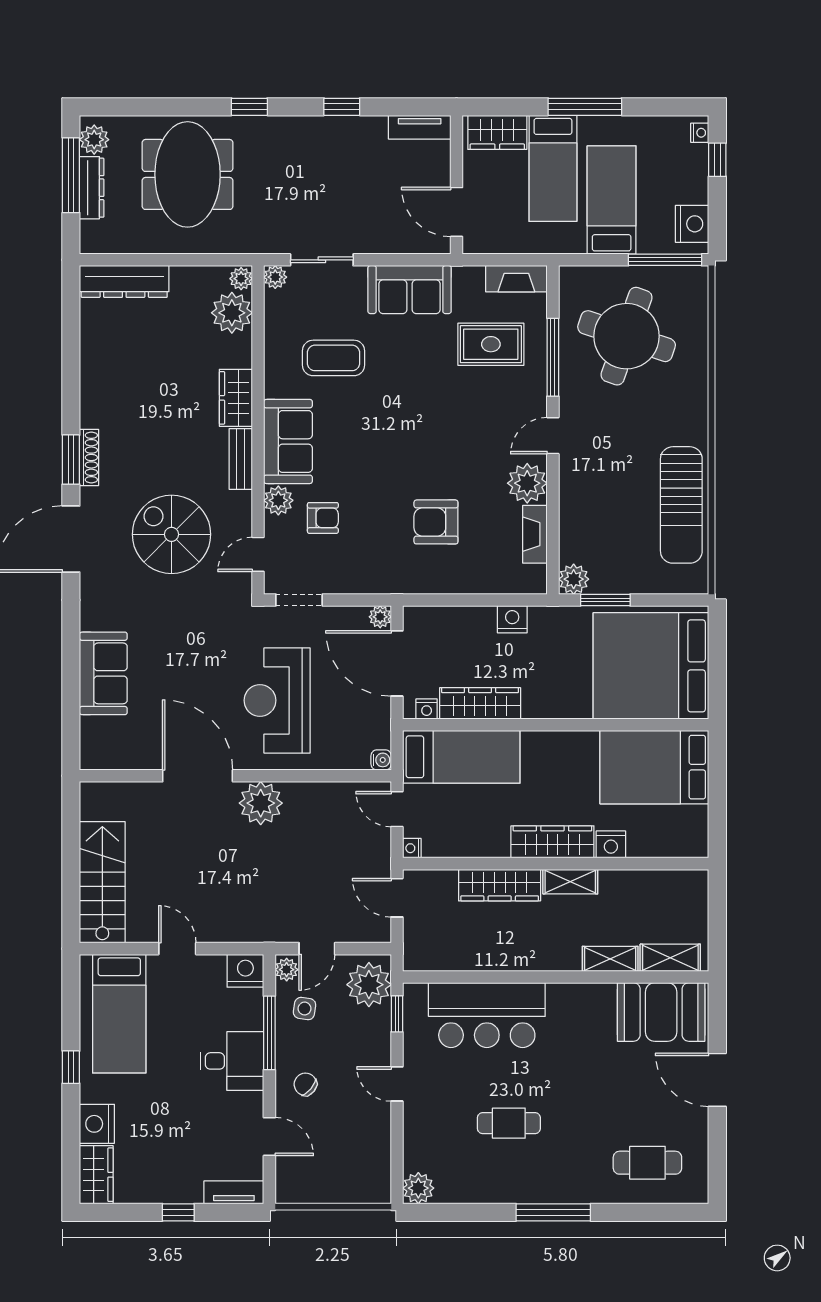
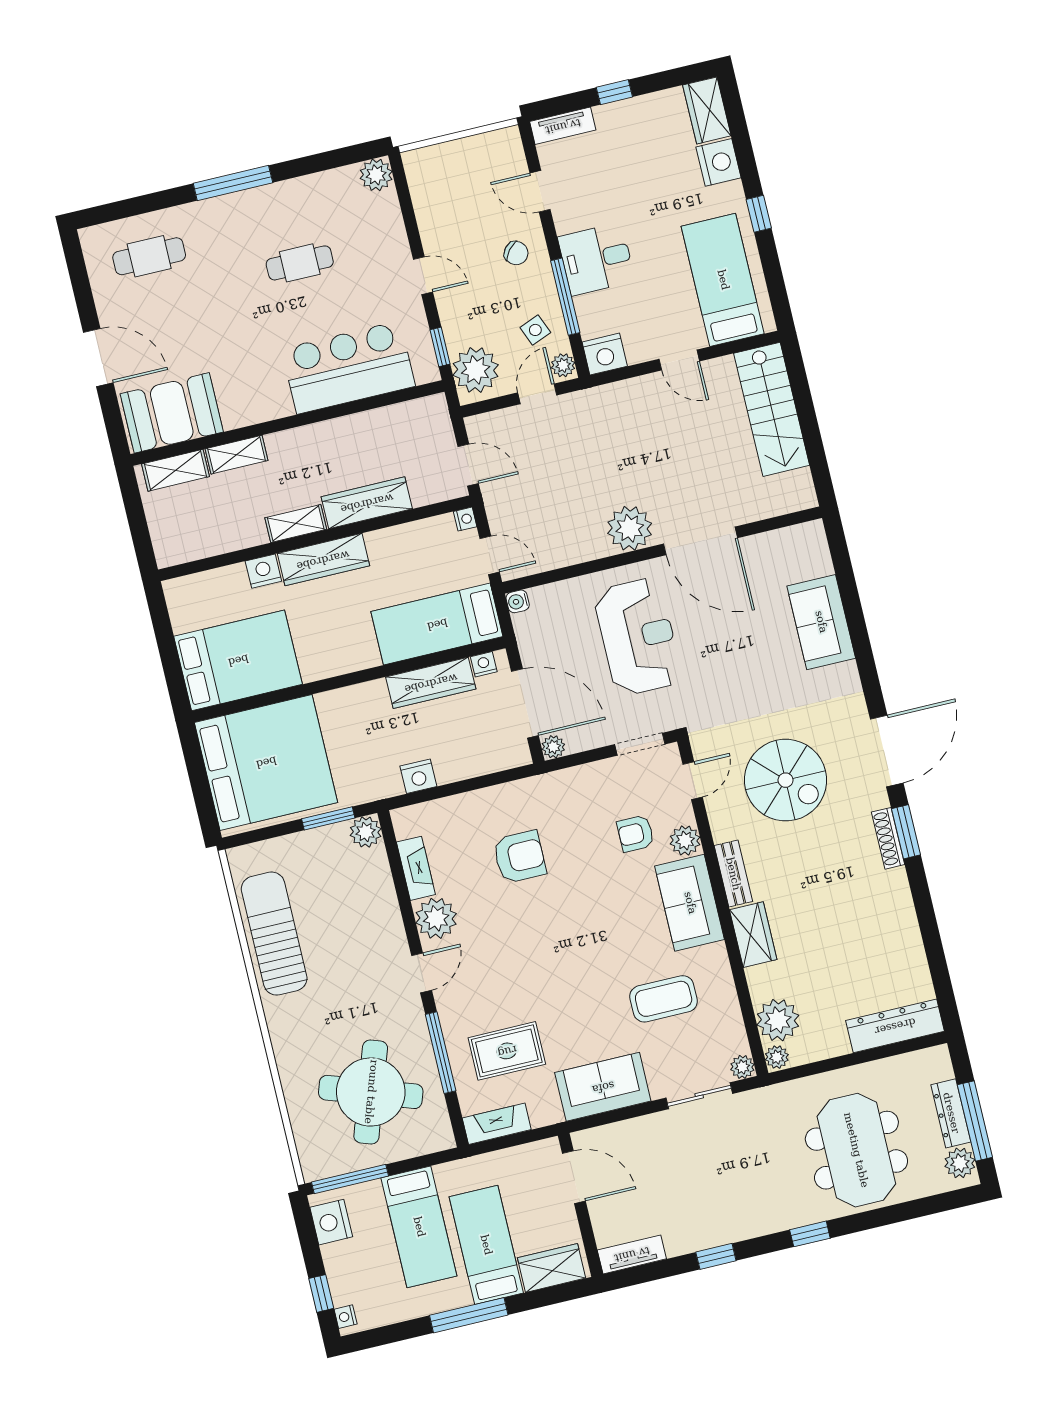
side table: (305, 1009) -> (535, 330), turned -31

